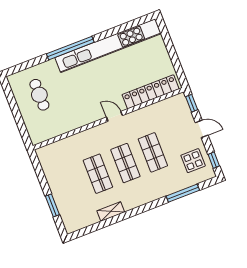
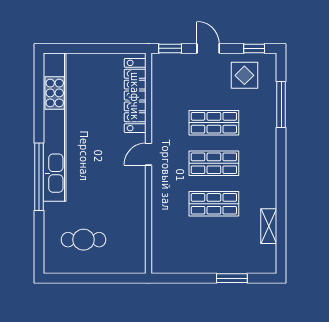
door: (202, 129) -> (208, 48), hinge flipped
shelving: (111, 211) -> (269, 226), moved

